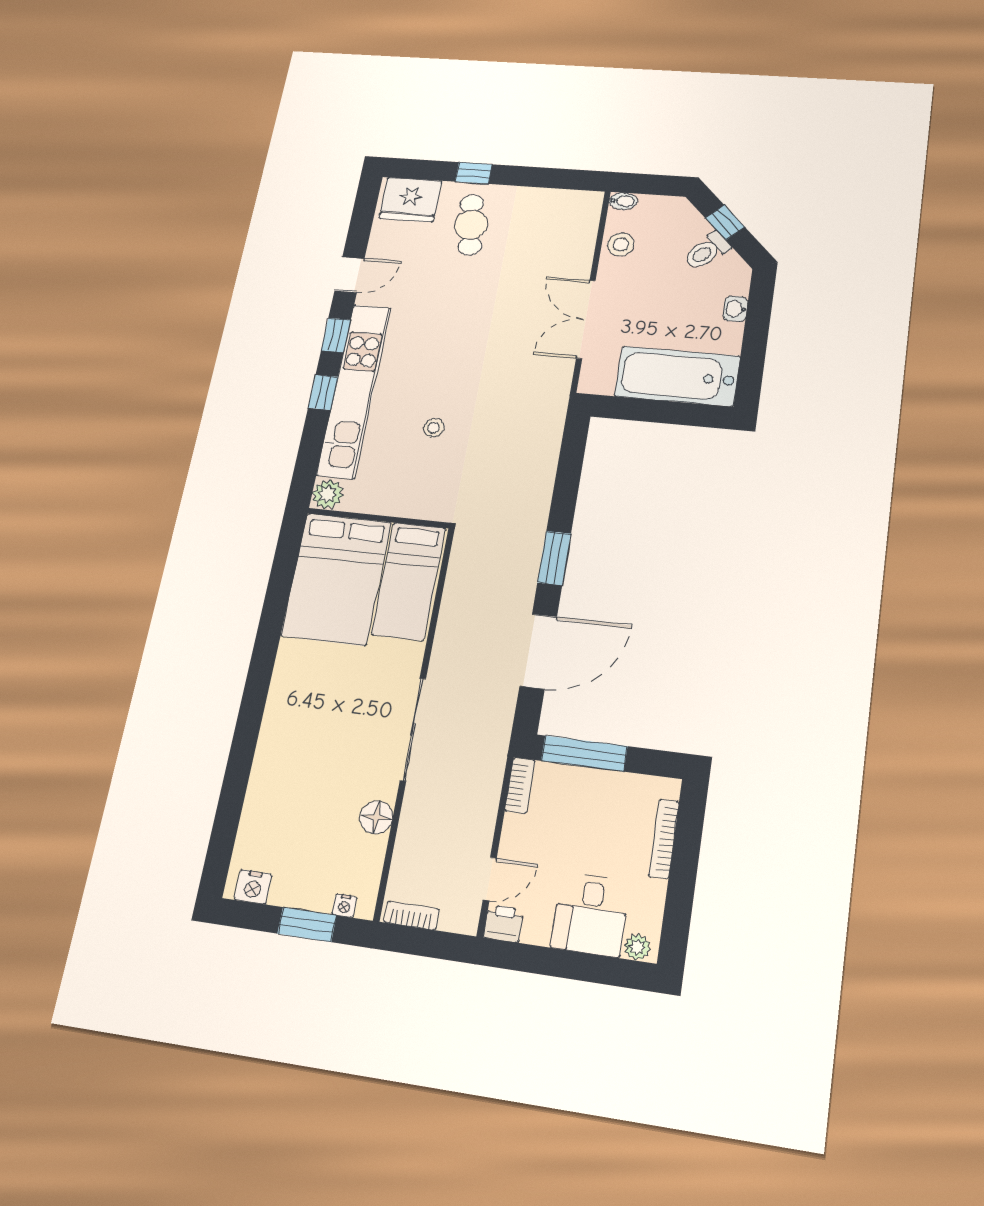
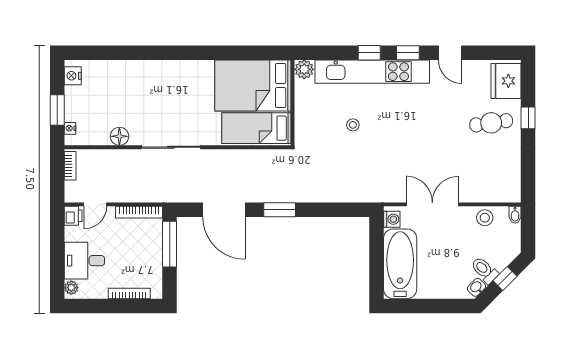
washbasin: (735, 309) -> (476, 287), moved, turned -45
washing machine: (600, 382) -> (392, 219), added
bookcase: (520, 785) -> (139, 212), width x1.56
door: (490, 879) -> (95, 204), hinge flipped

